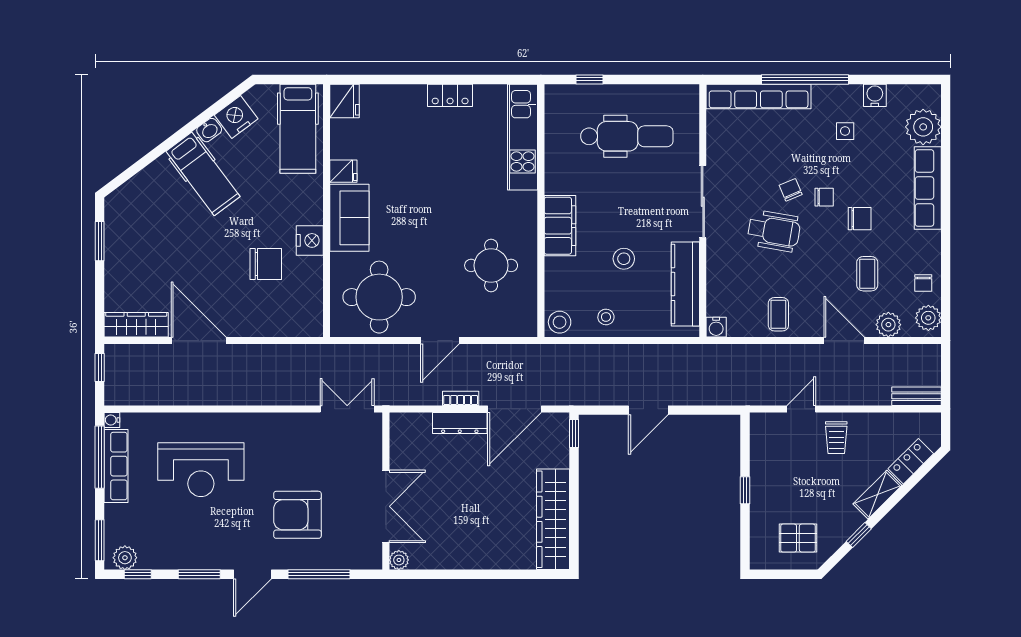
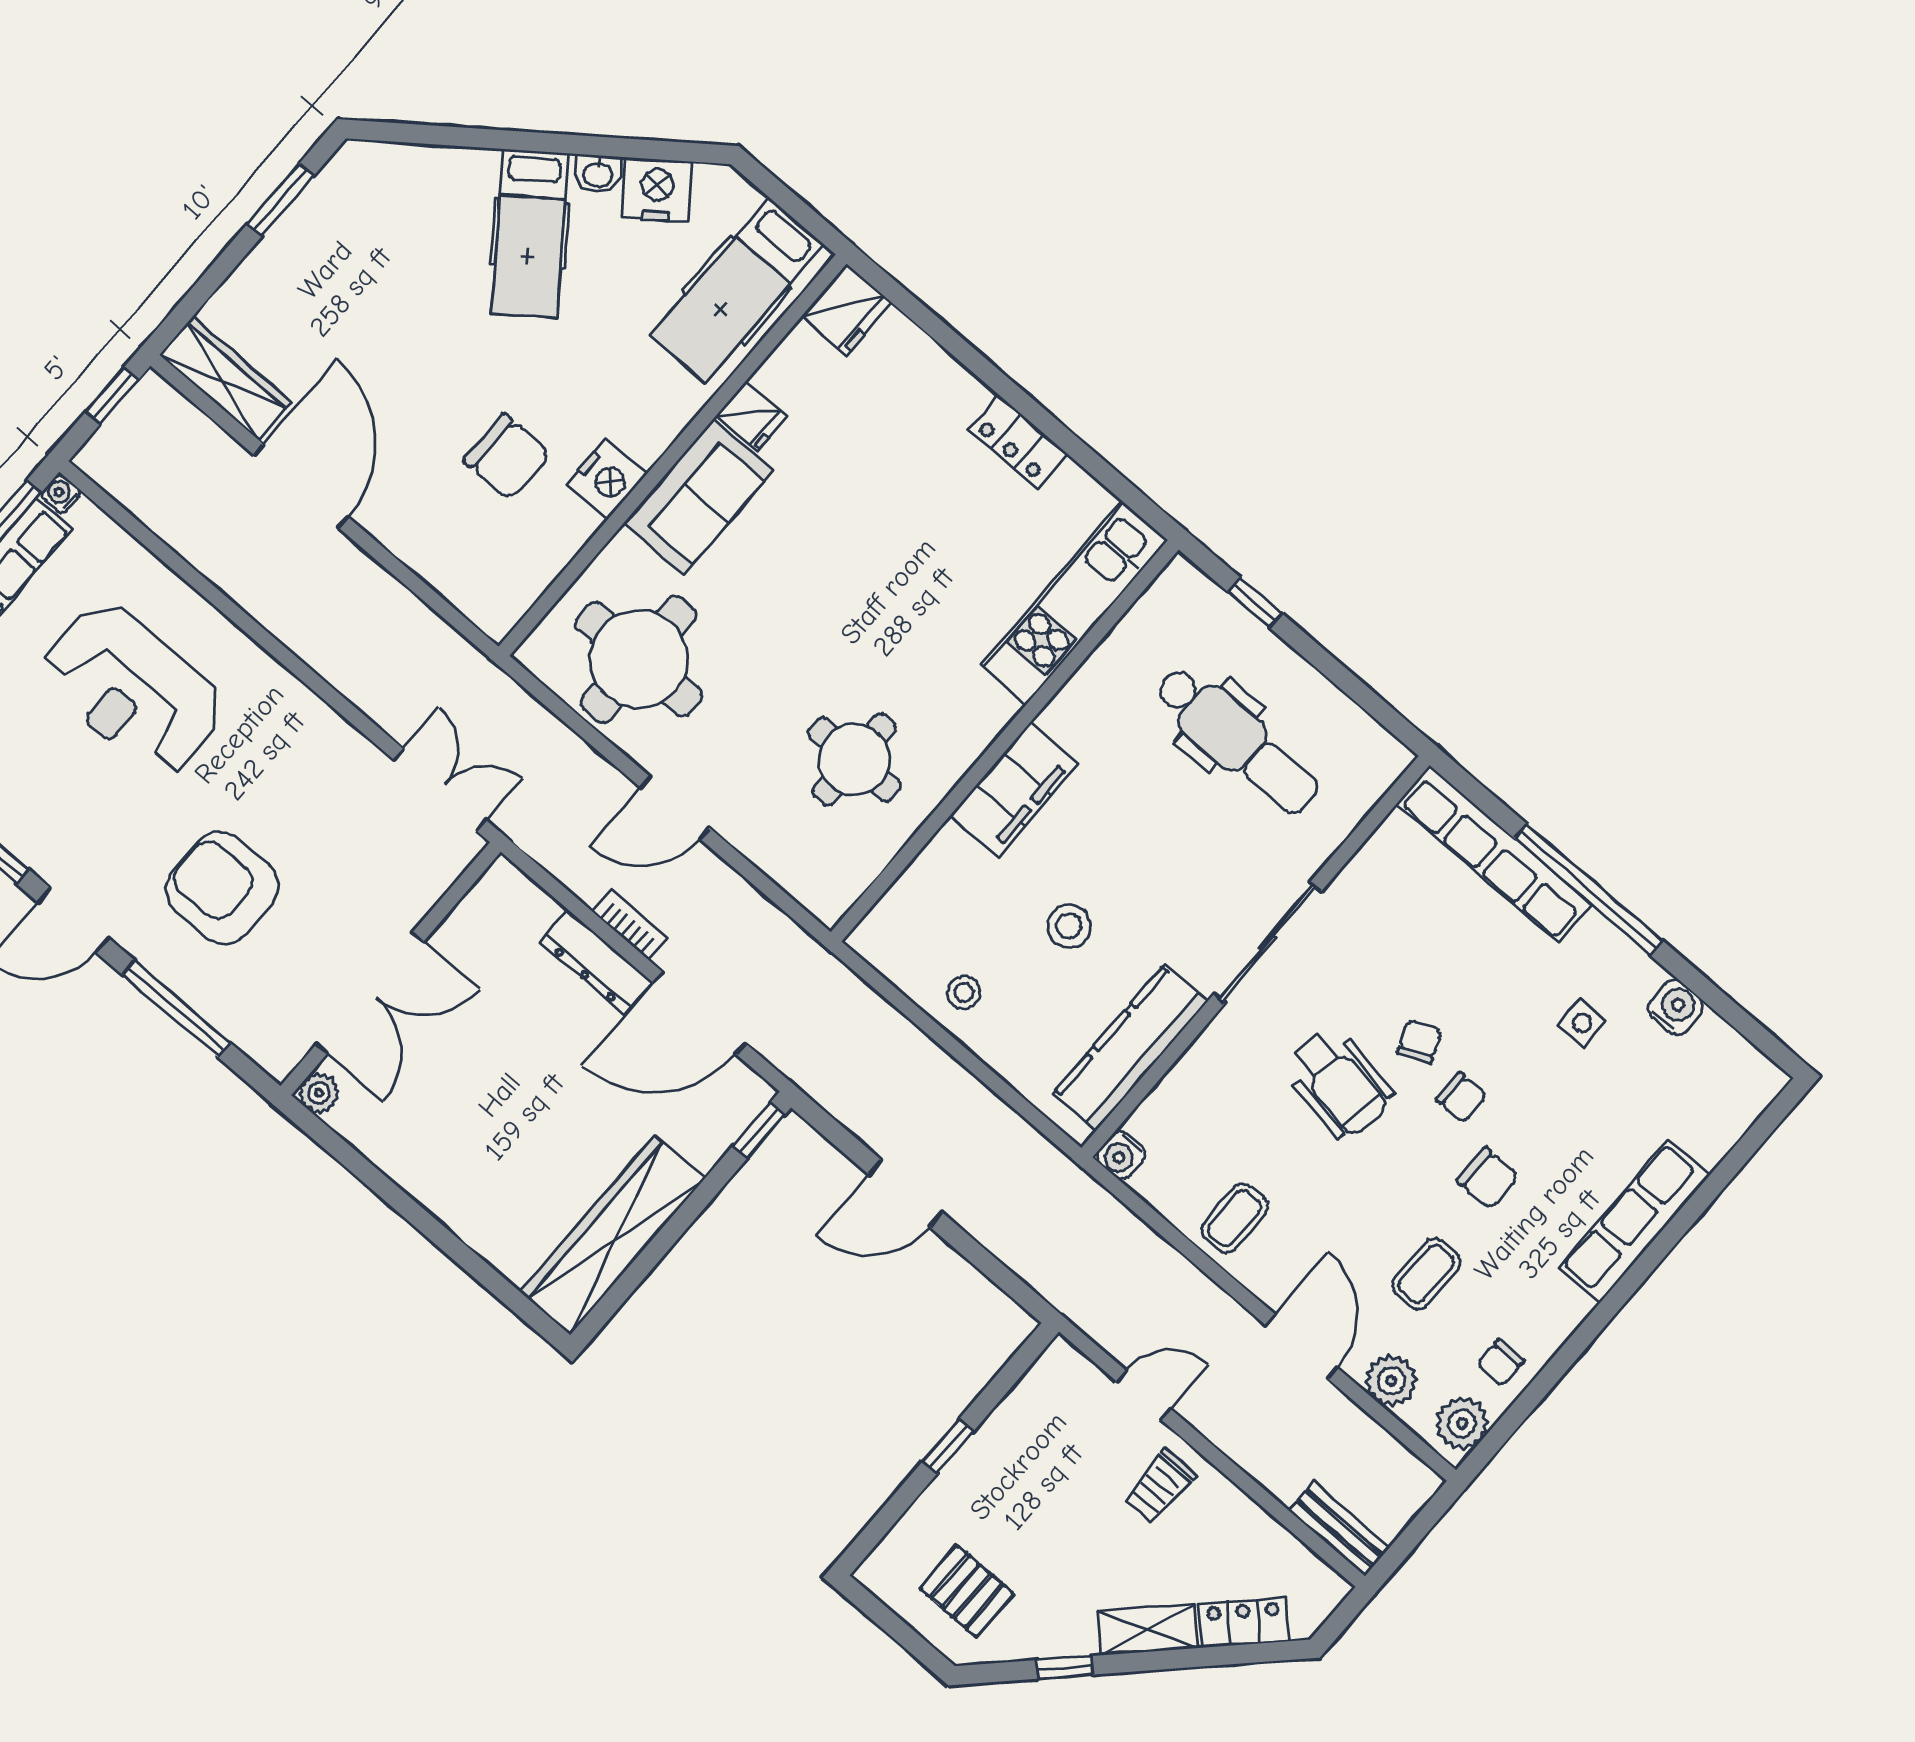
plant: (923, 127) -> (1709, 1121), removed
stool: (560, 322) -> (885, 939), removed

